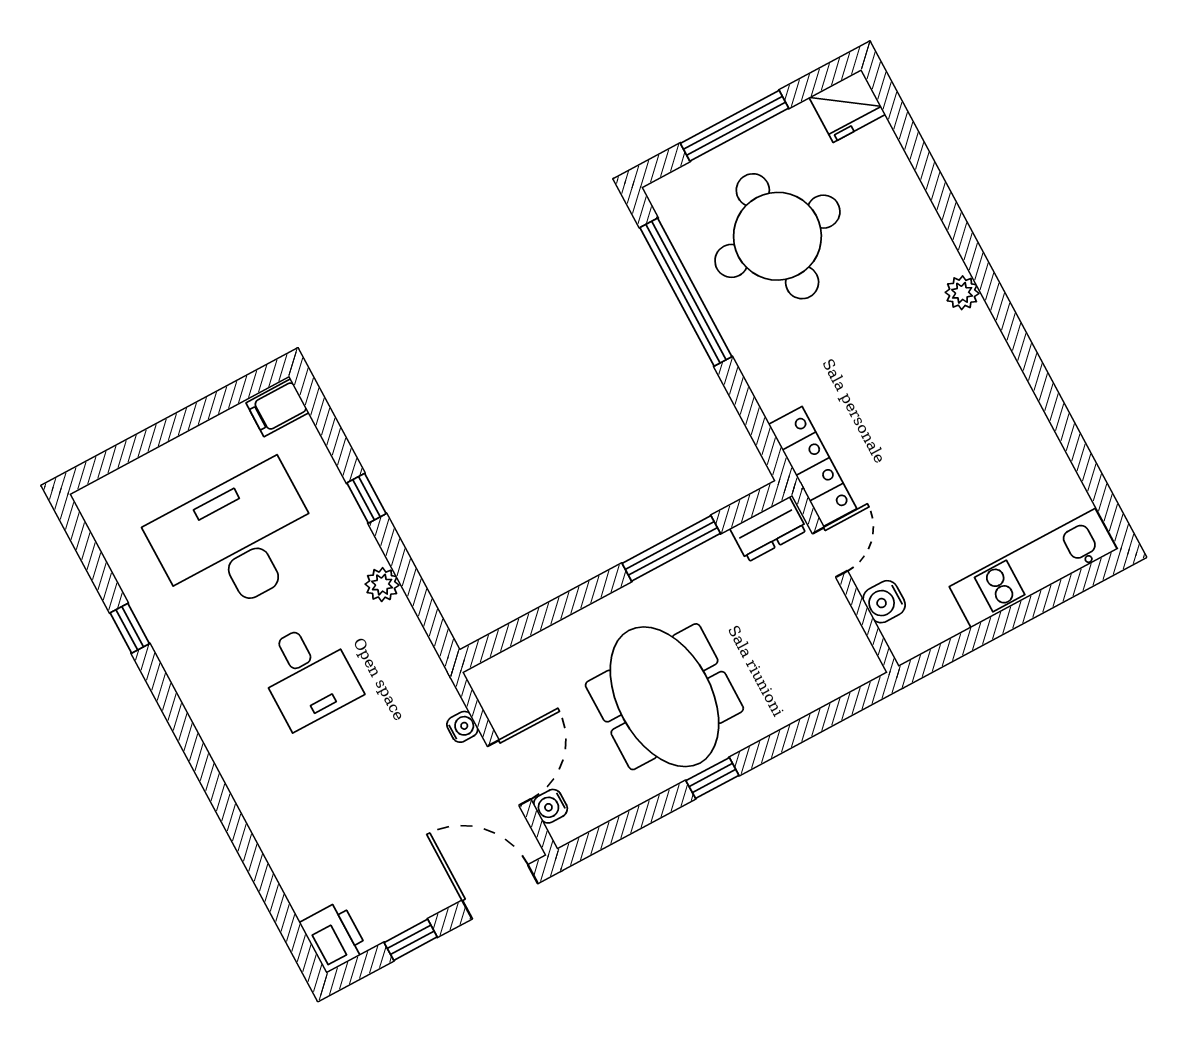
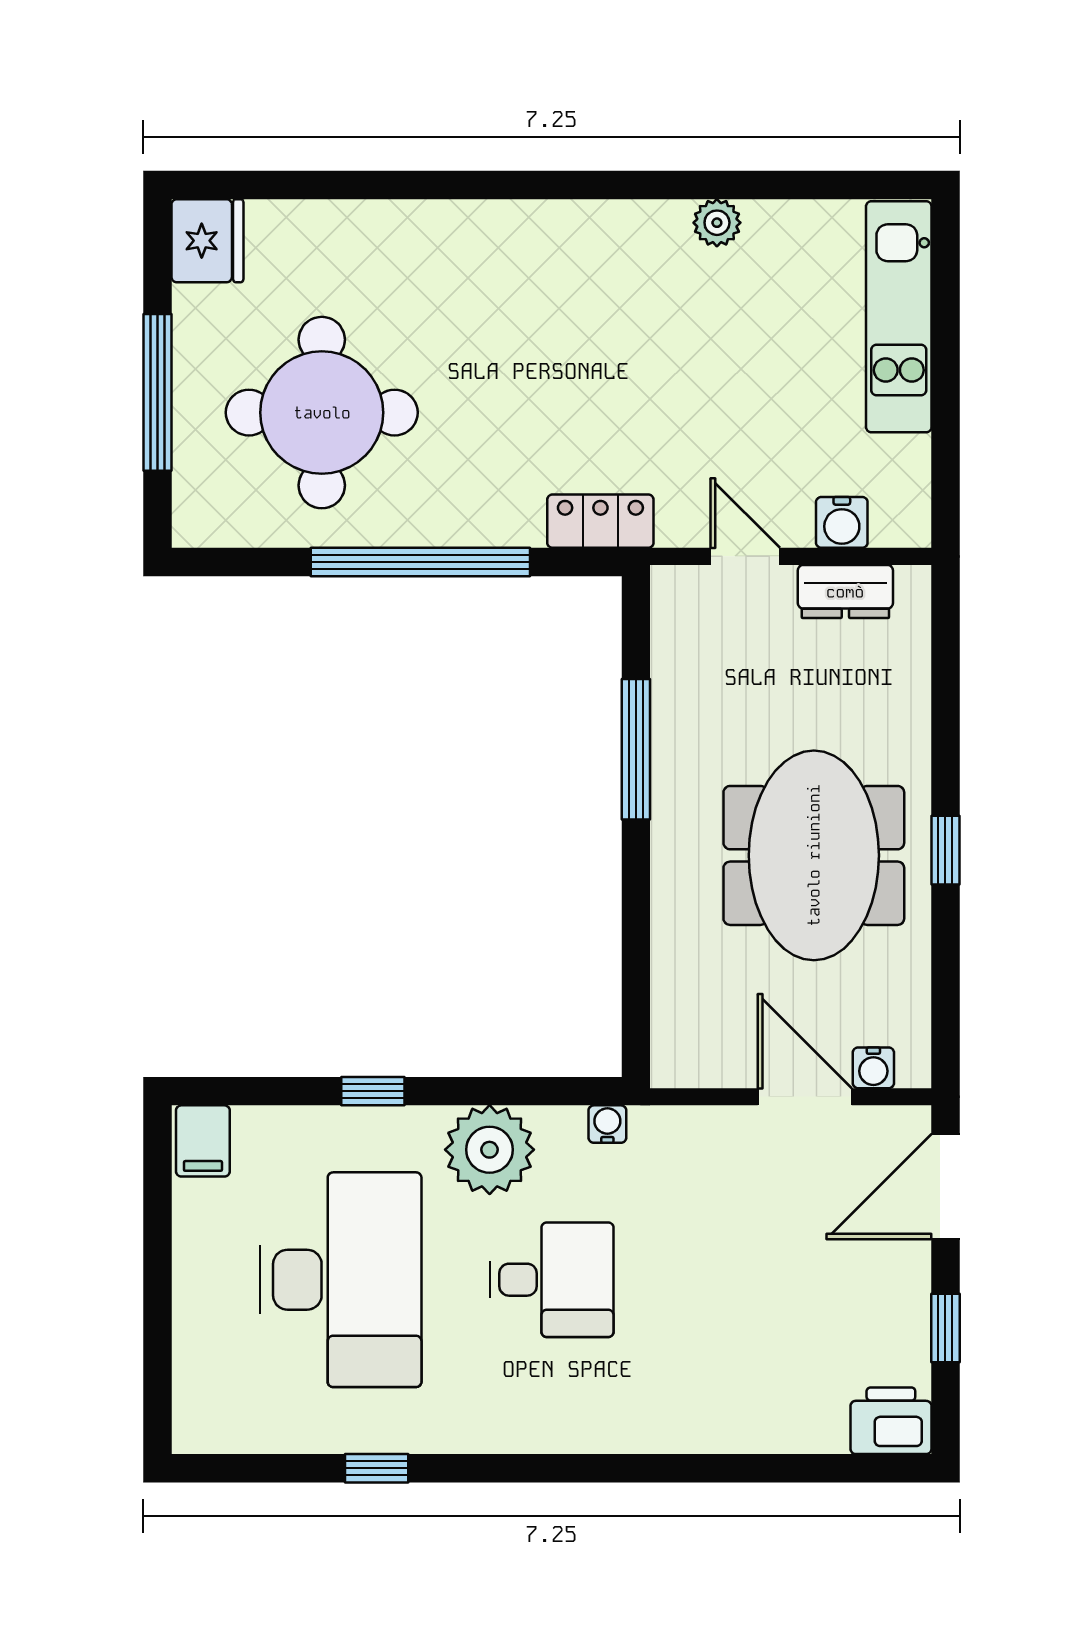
window: (686, 292) -> (420, 562), moved
plant: (962, 293) -> (717, 223), moved
locker: (813, 467) -> (600, 521), width x0.66
dresser: (768, 529) -> (845, 592), moved, turned 90
desk: (237, 542) -> (341, 1280), turned 180
plant: (382, 585) -> (490, 1150), width x1.87, depth x1.87
meeting table: (664, 697) -> (814, 855), turned 90
water cooler: (462, 727) -> (607, 1124), moved

